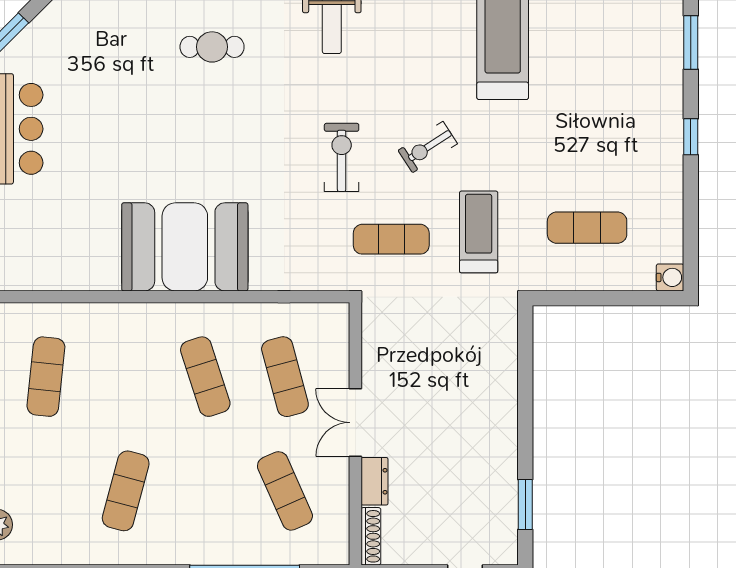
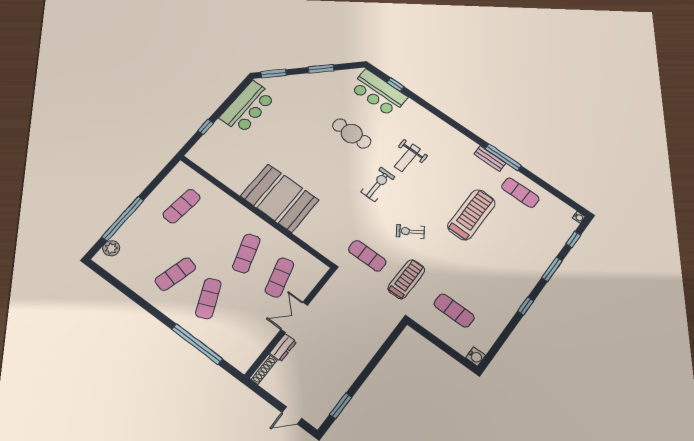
cafe table: (212, 47) -> (352, 133), width x1.37, depth x1.35
exercise bike: (342, 157) -> (378, 184), moved
exercise mat: (285, 491) -> (208, 298), moved

